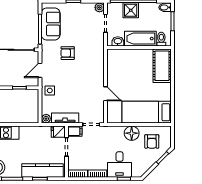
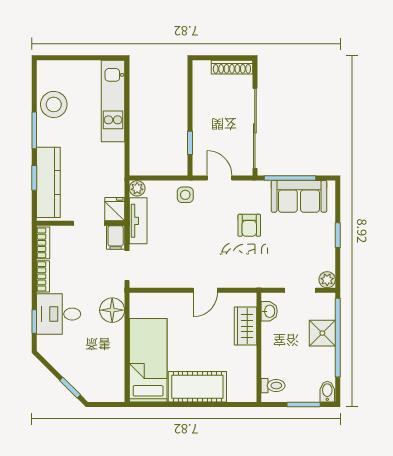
bathtub: (140, 39) -> (274, 350), removed
armchair: (68, 53) -> (249, 225), turned 180
wardrobe: (127, 55) -> (245, 326), added
cot: (162, 66) -> (197, 387), moved
door: (106, 94) -> (205, 290), moved
floor lamp: (132, 133) -> (112, 310), moved
armchair: (152, 141) -> (98, 369), removed

